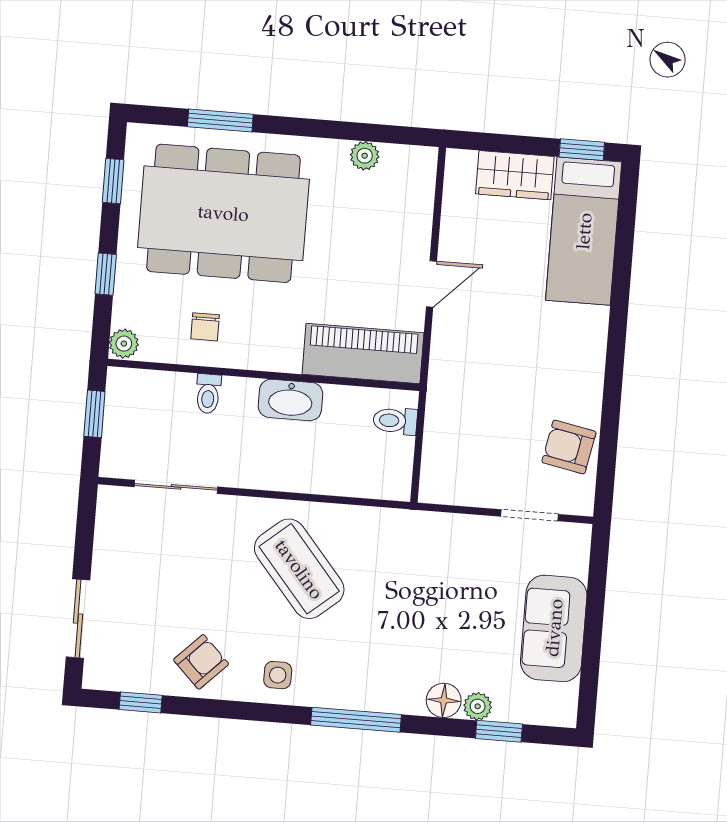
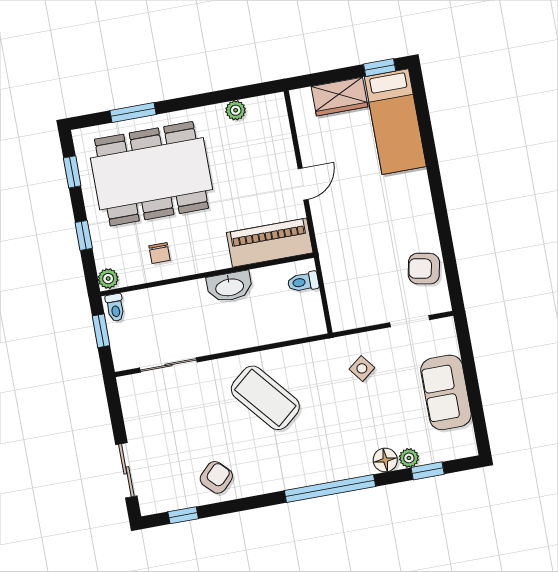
toilet: (208, 394) -> (115, 308), moved
side table: (278, 675) -> (362, 368), moved, turned -38
window: (356, 720) -> (330, 489), width x1.46

